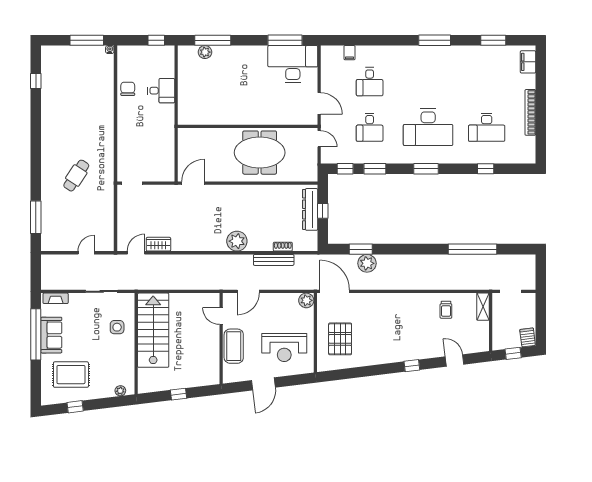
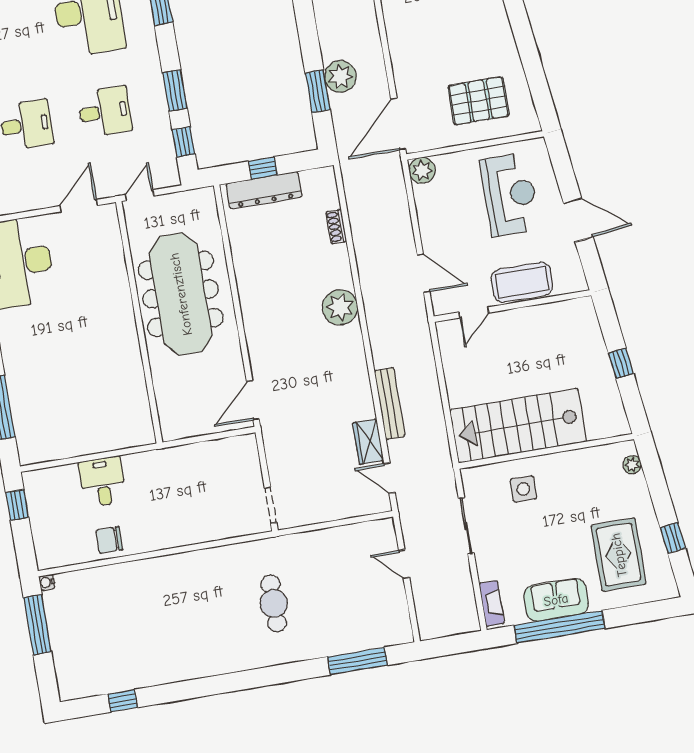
plant: (205, 52) -> (23, 418), removed
meeting table: (260, 153) -> (181, 294), width x1.36
cafe table: (76, 176) -> (274, 603), turned 57
door: (193, 183) -> (253, 400), hinge flipped
bench: (274, 260) -> (390, 403), moved

